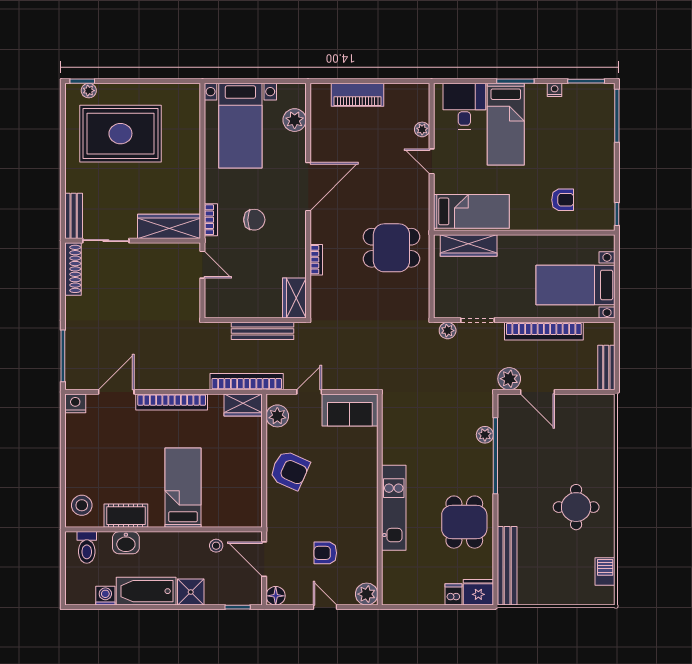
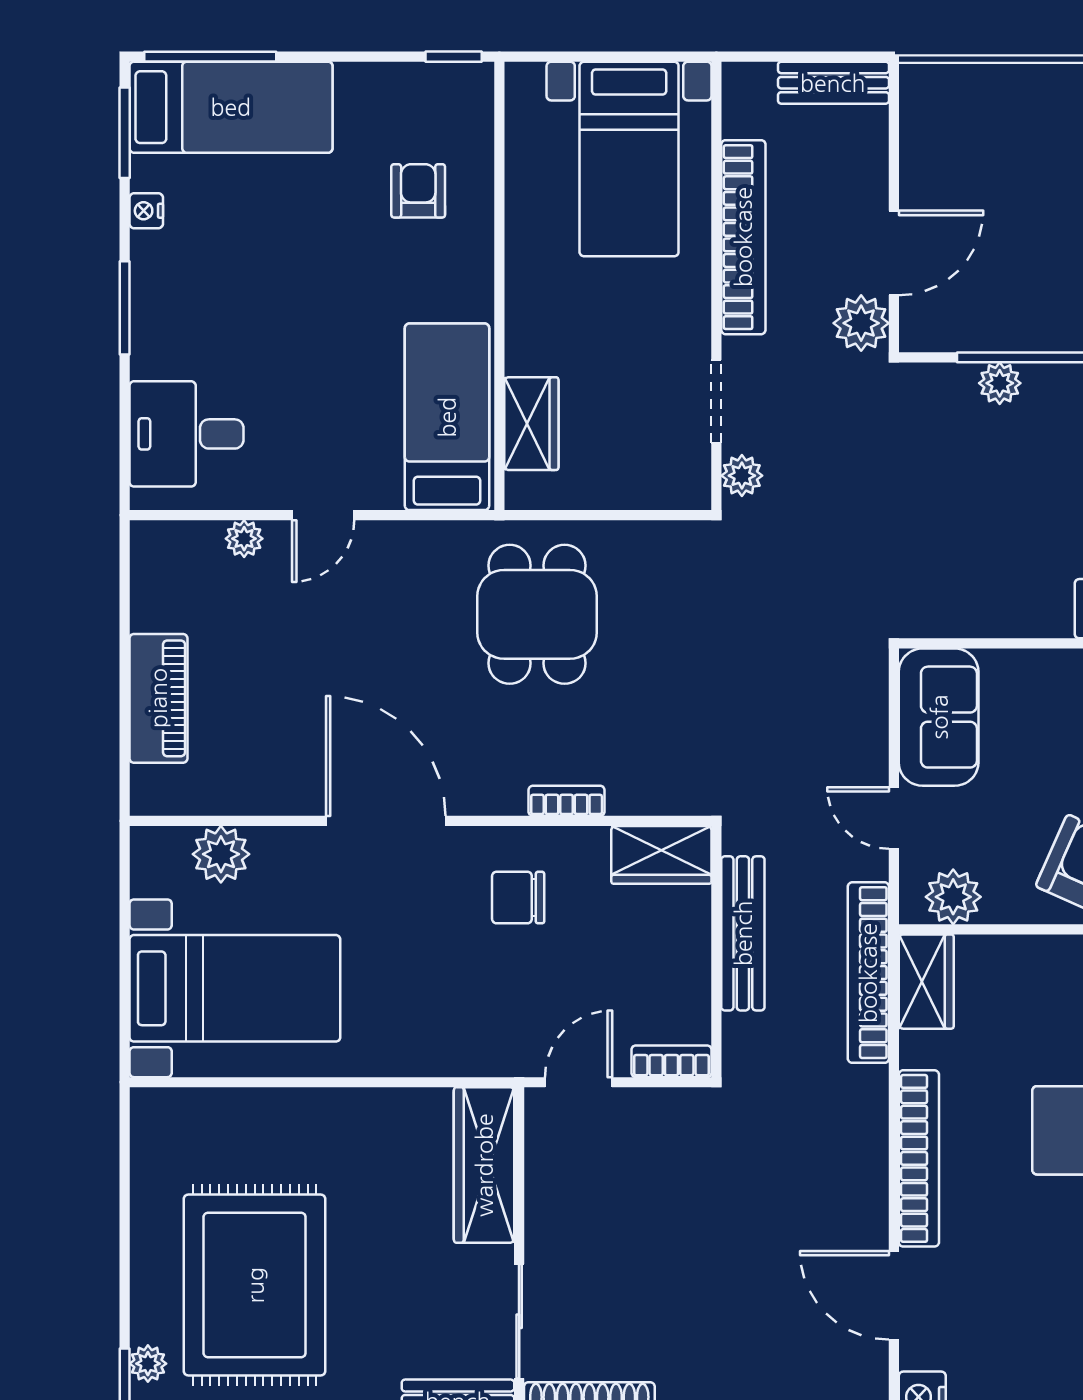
bed: (506, 124) -> (231, 107), moved
bookcase: (211, 220) -> (671, 1061), moved
chair: (254, 220) -> (518, 898), moved, turned -90
wardrobe: (469, 245) -> (531, 424), width x0.67

